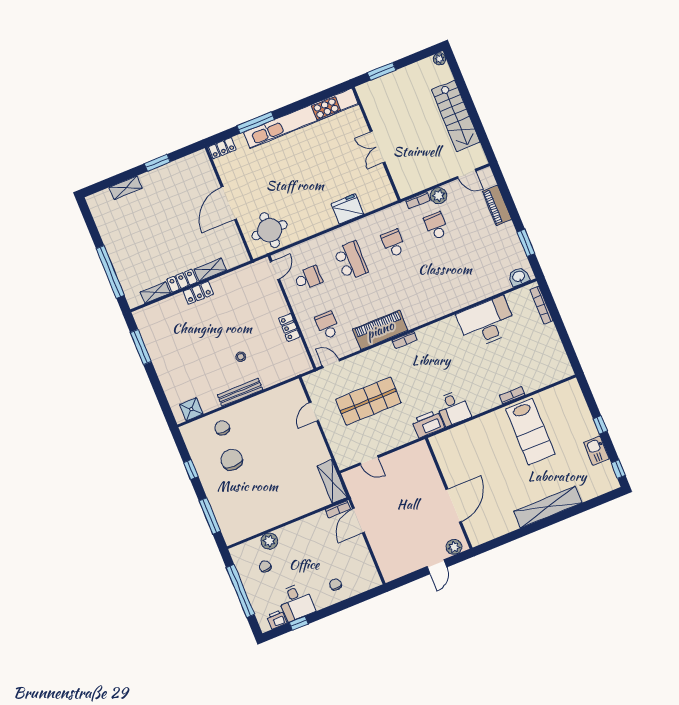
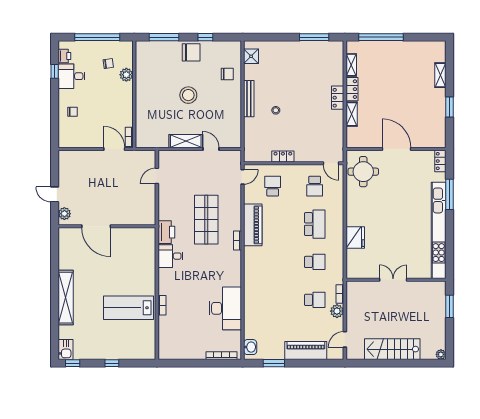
piano: (497, 205) -> (306, 350), width x1.37, depth x1.33
school desk: (351, 261) -> (315, 224), turned -90
school desk: (327, 325) -> (273, 186), turned -90
shop shelf: (368, 401) -> (206, 220), moved
kitchen sink: (596, 451) -> (65, 349), moved, turned 90
chair: (232, 460) -> (191, 52), moved
stool: (264, 462) -> (188, 95), added
shelving: (332, 482) -> (186, 141), moved

